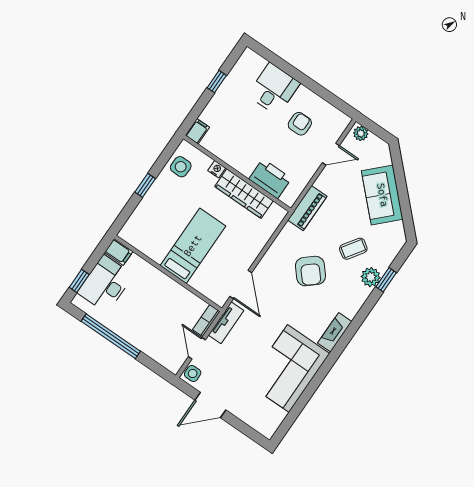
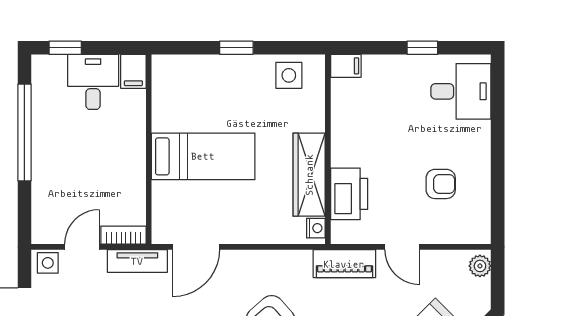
desk: (274, 89) -> (461, 91), moved
door: (331, 154) -> (402, 247), moved
nightstand: (217, 169) -> (316, 228), moved
desk: (105, 284) -> (93, 82), width x0.73

